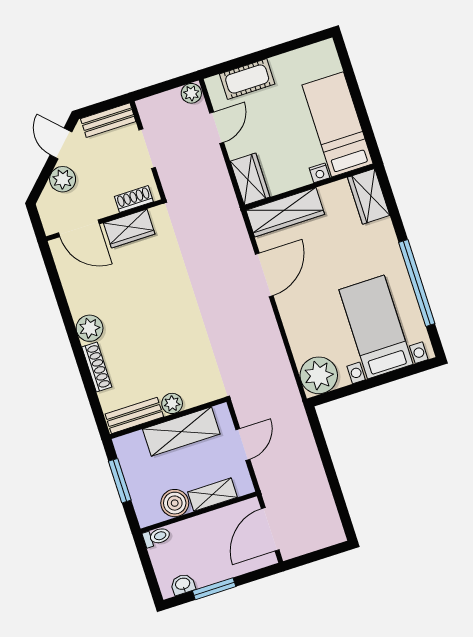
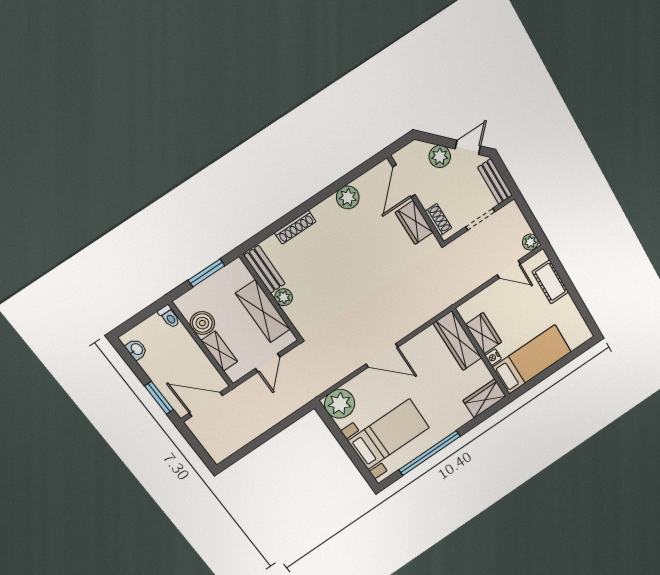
wardrobe: (250, 179) -> (484, 333), moved, turned -90
door: (264, 275) -> (382, 355), moved
plant: (90, 328) -> (348, 197), moved
door: (243, 445) -> (268, 363), hinge flipped
window: (214, 589) -> (159, 398), moved

